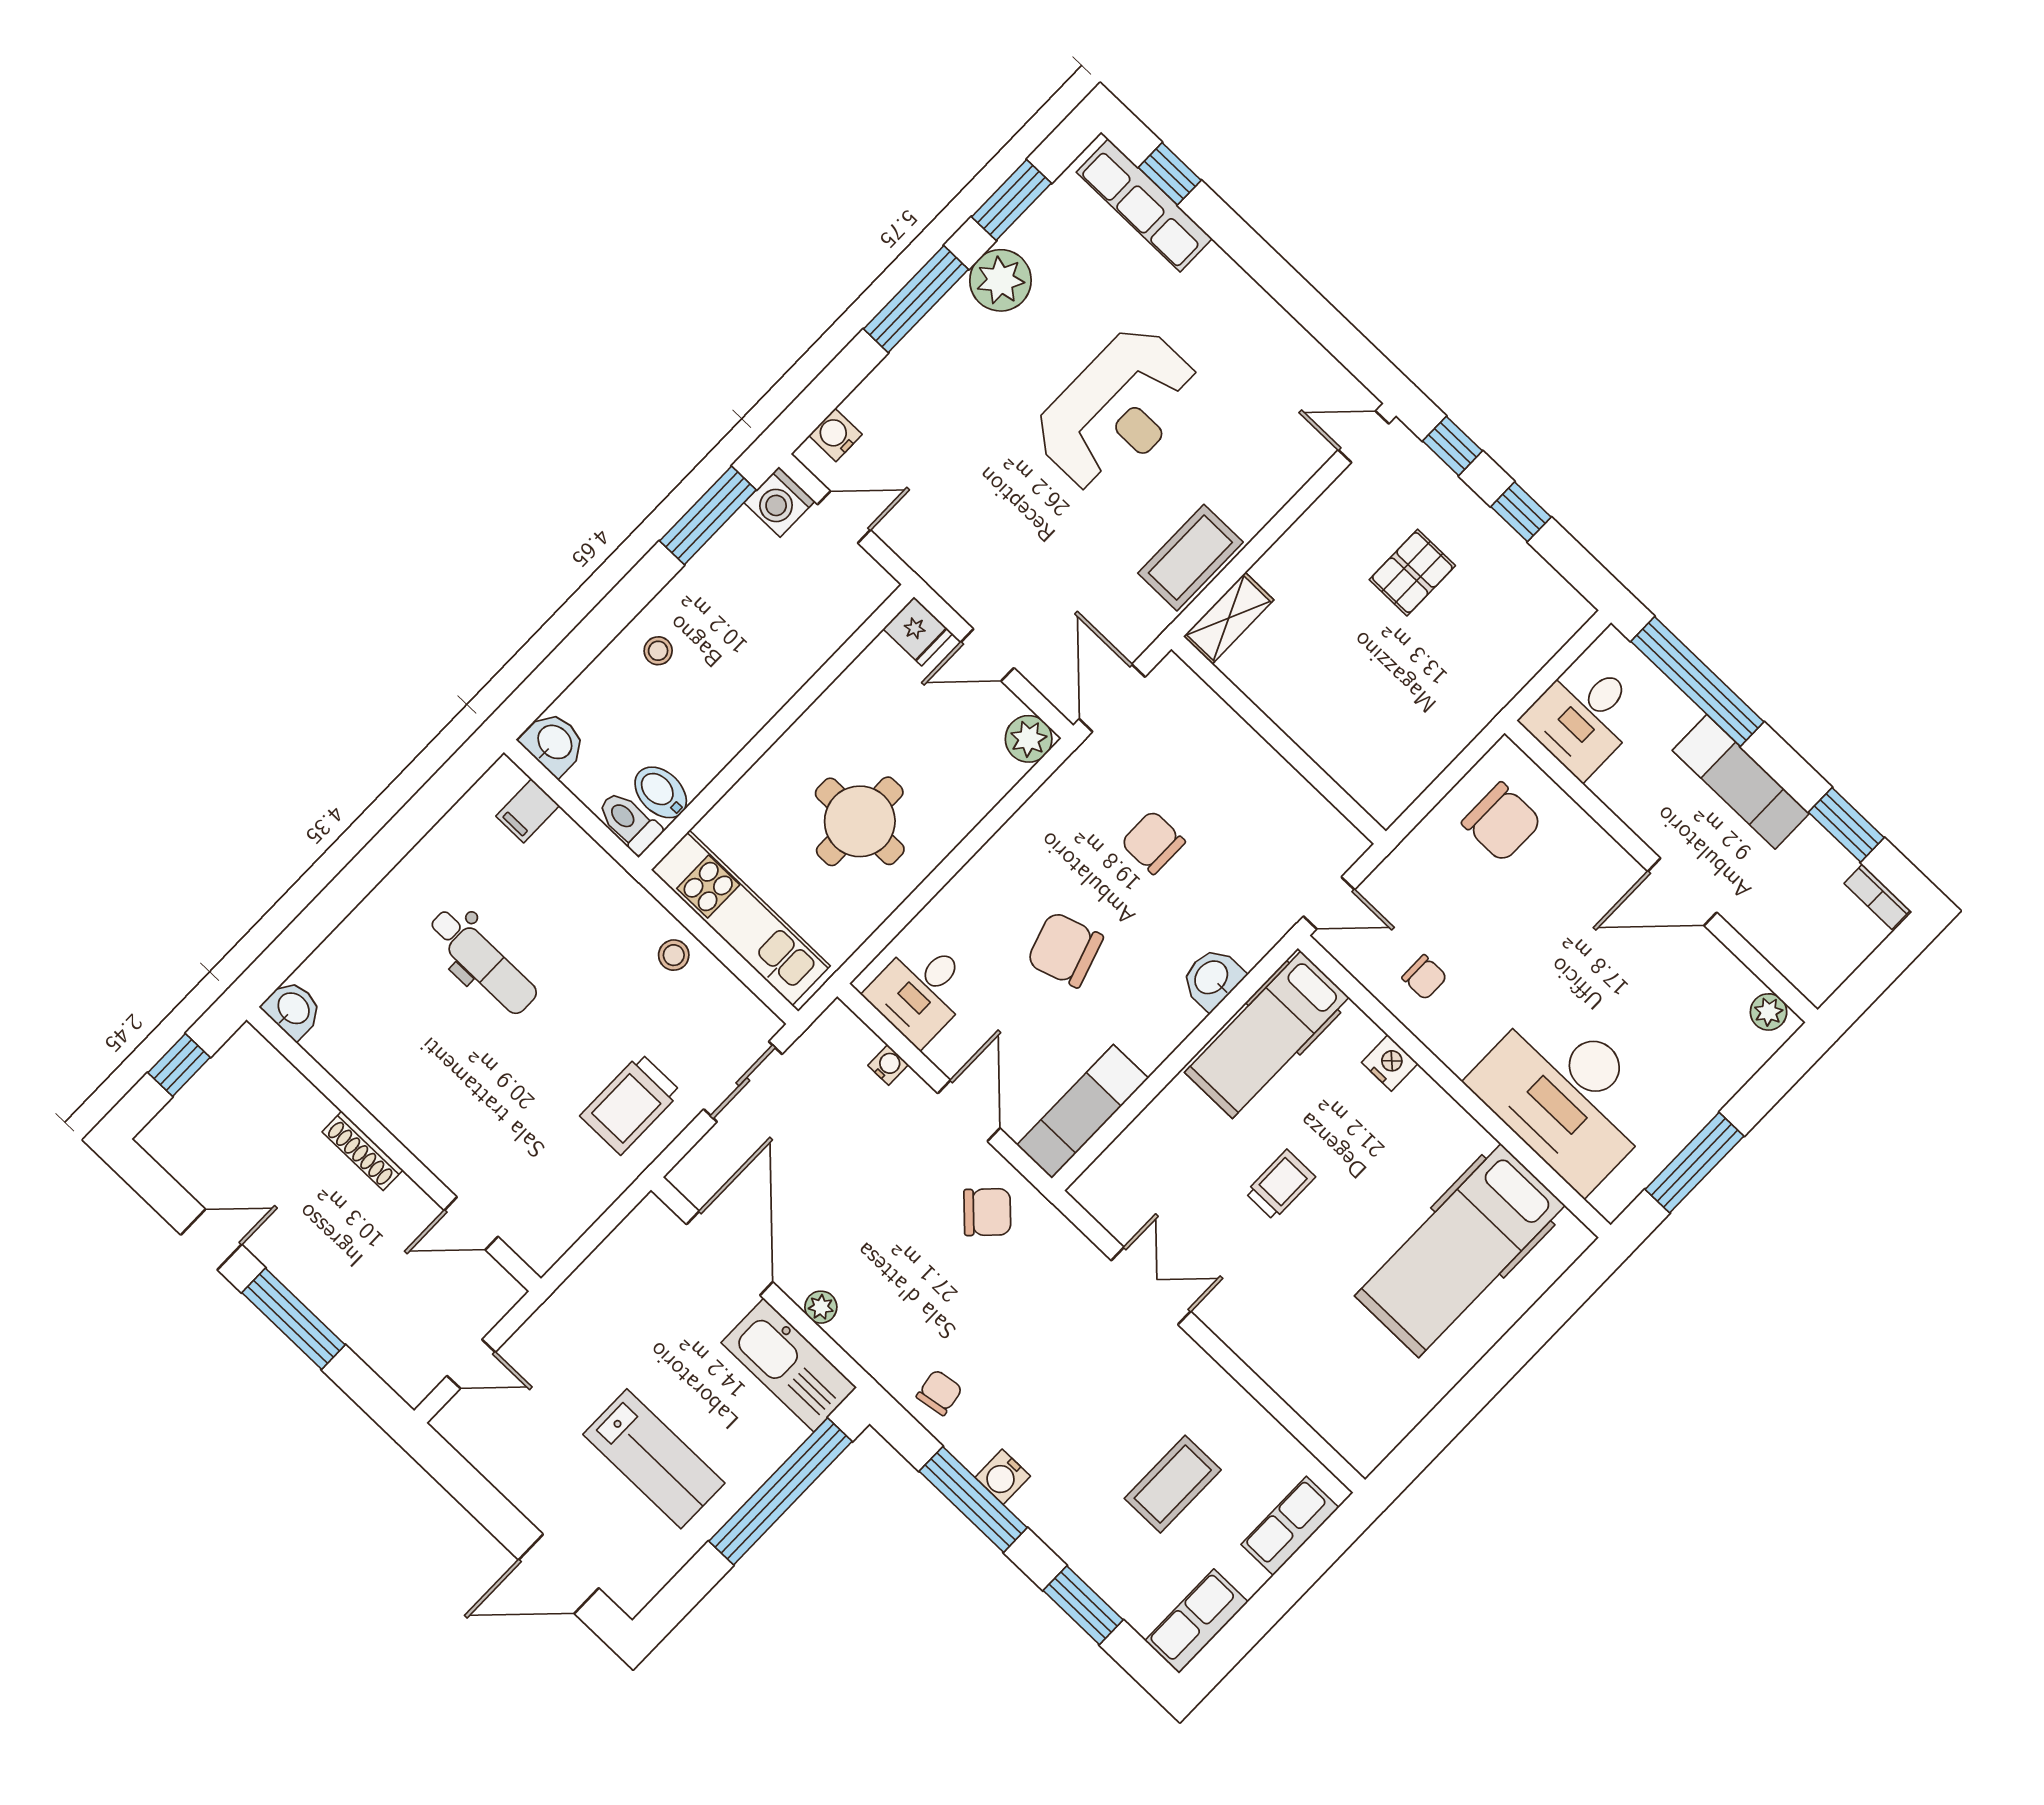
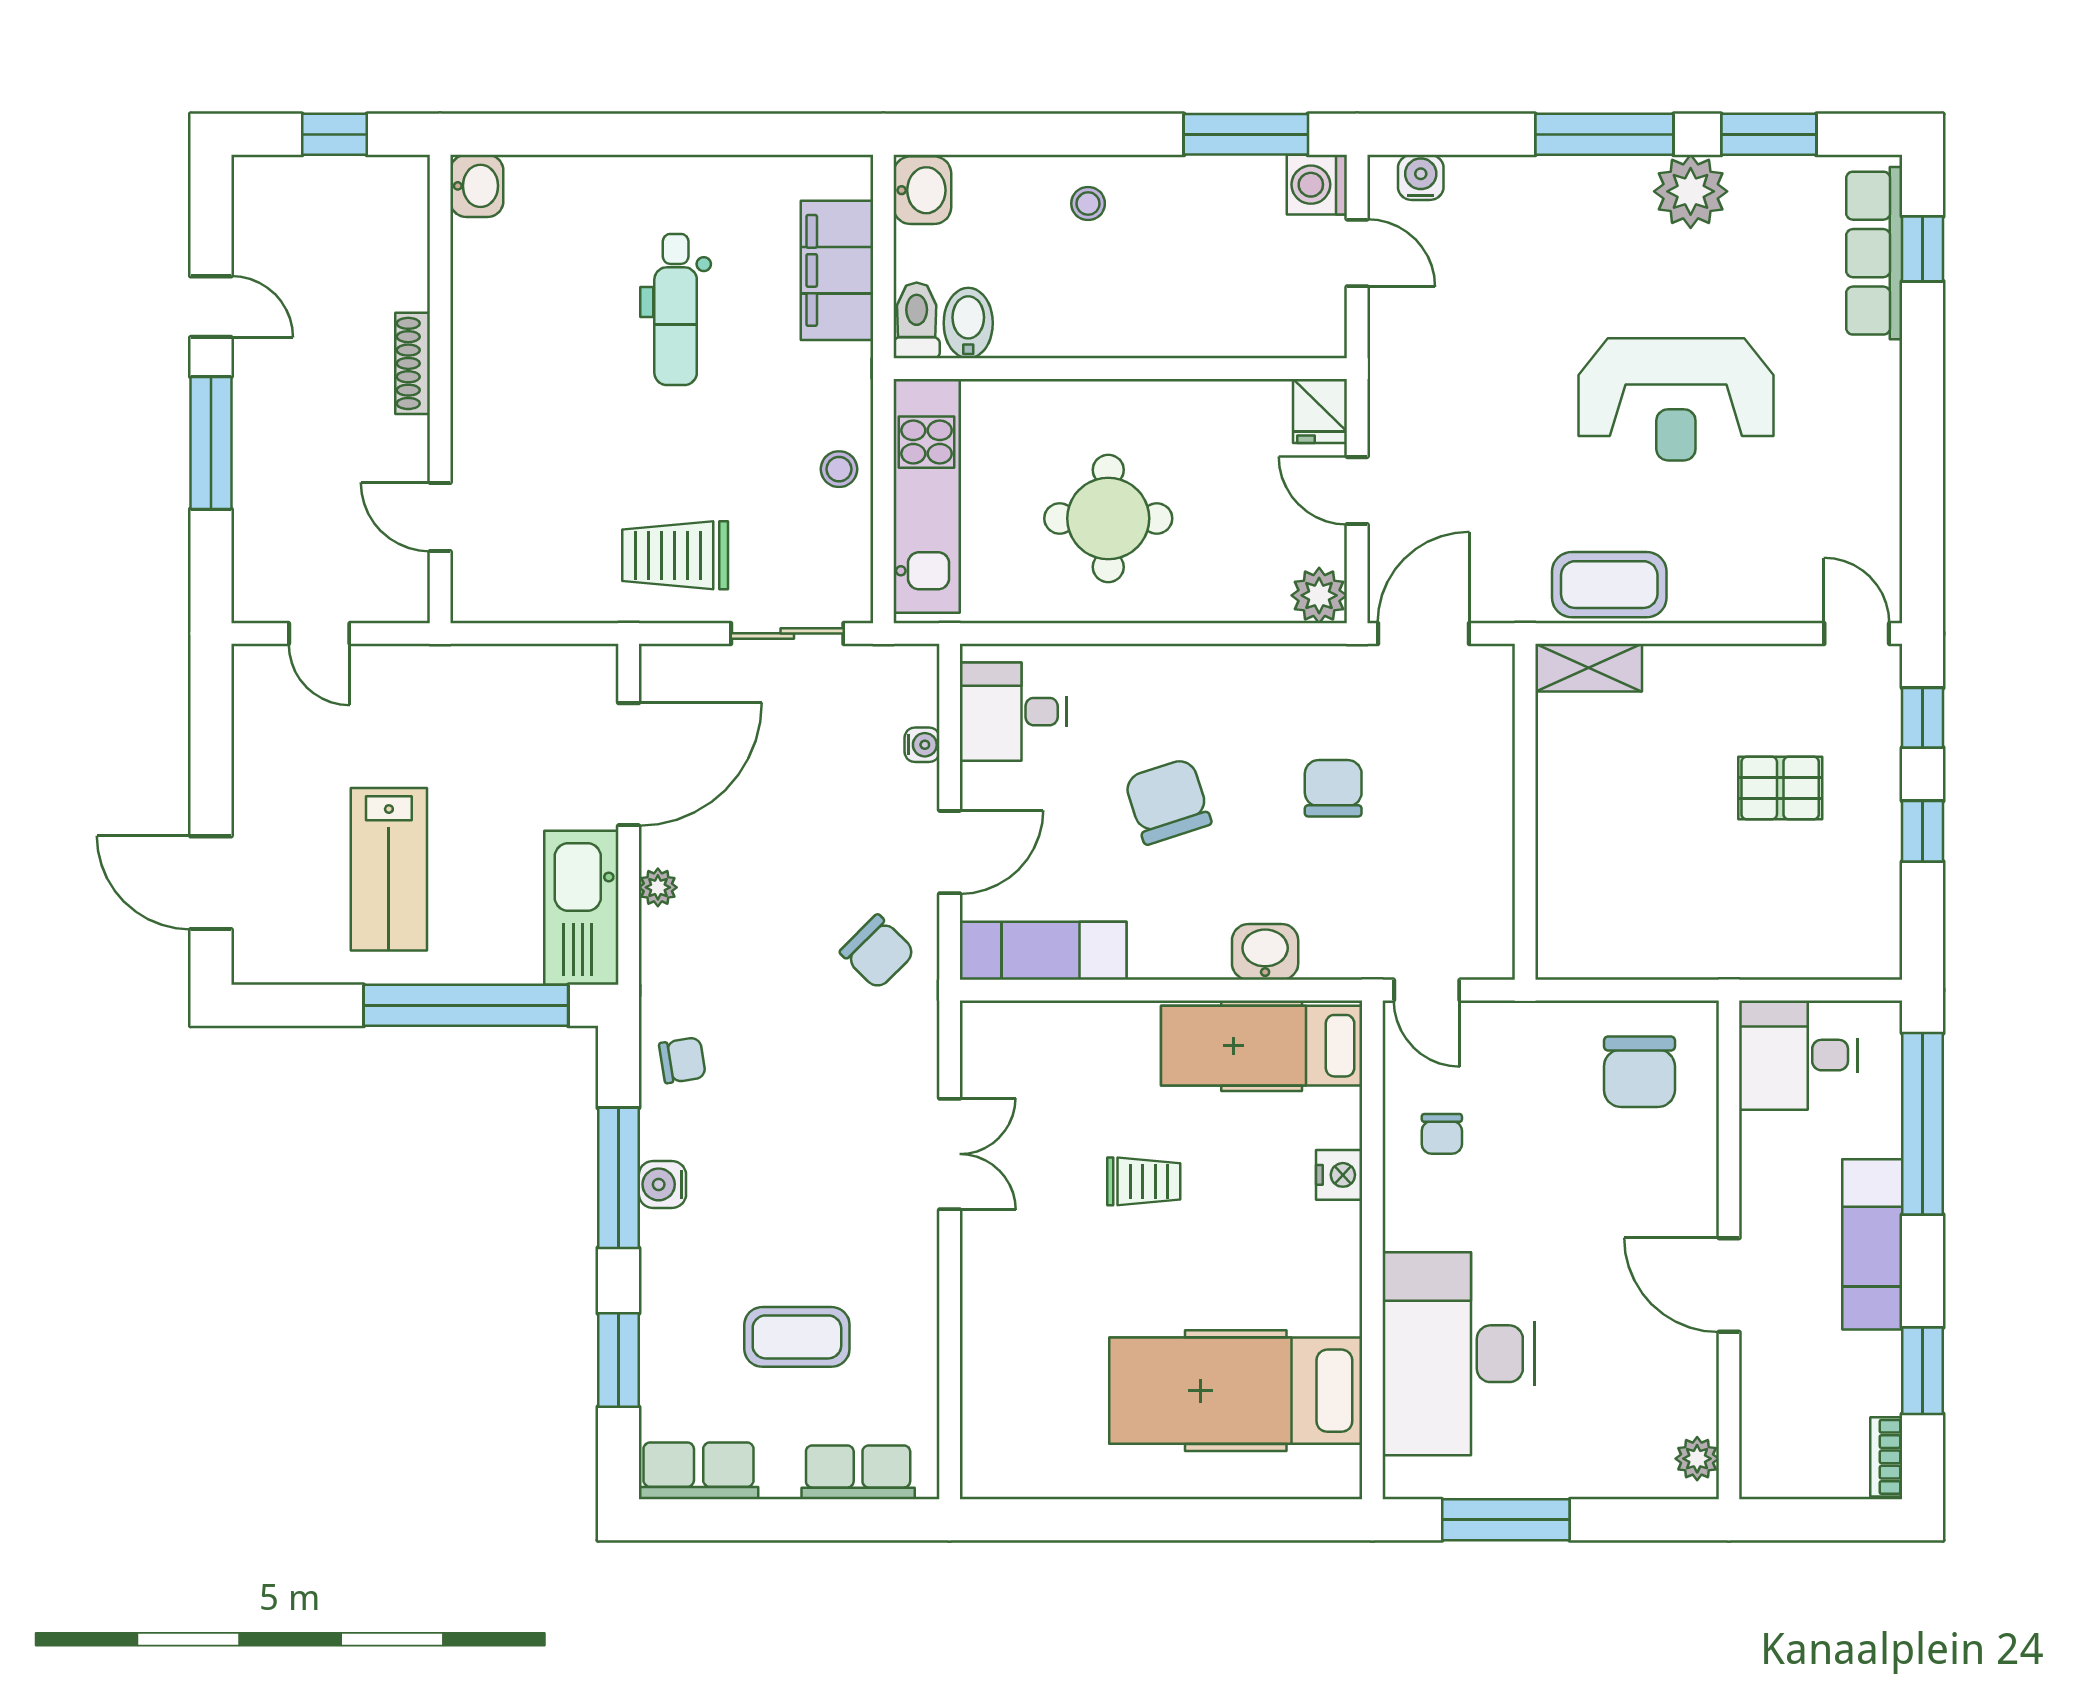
filing cabinet: (528, 811) -> (837, 270), width x3.00, depth x1.17

